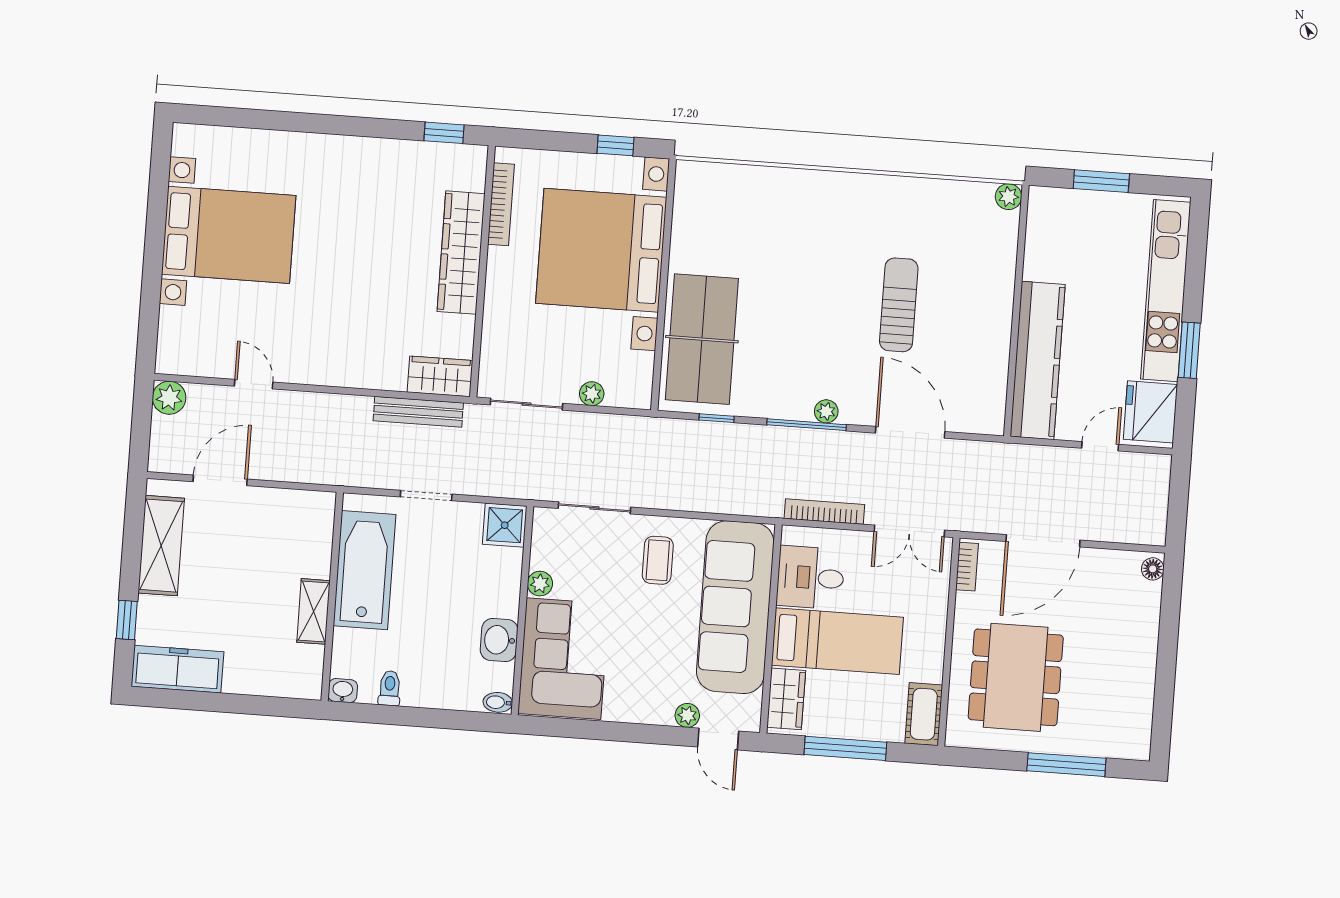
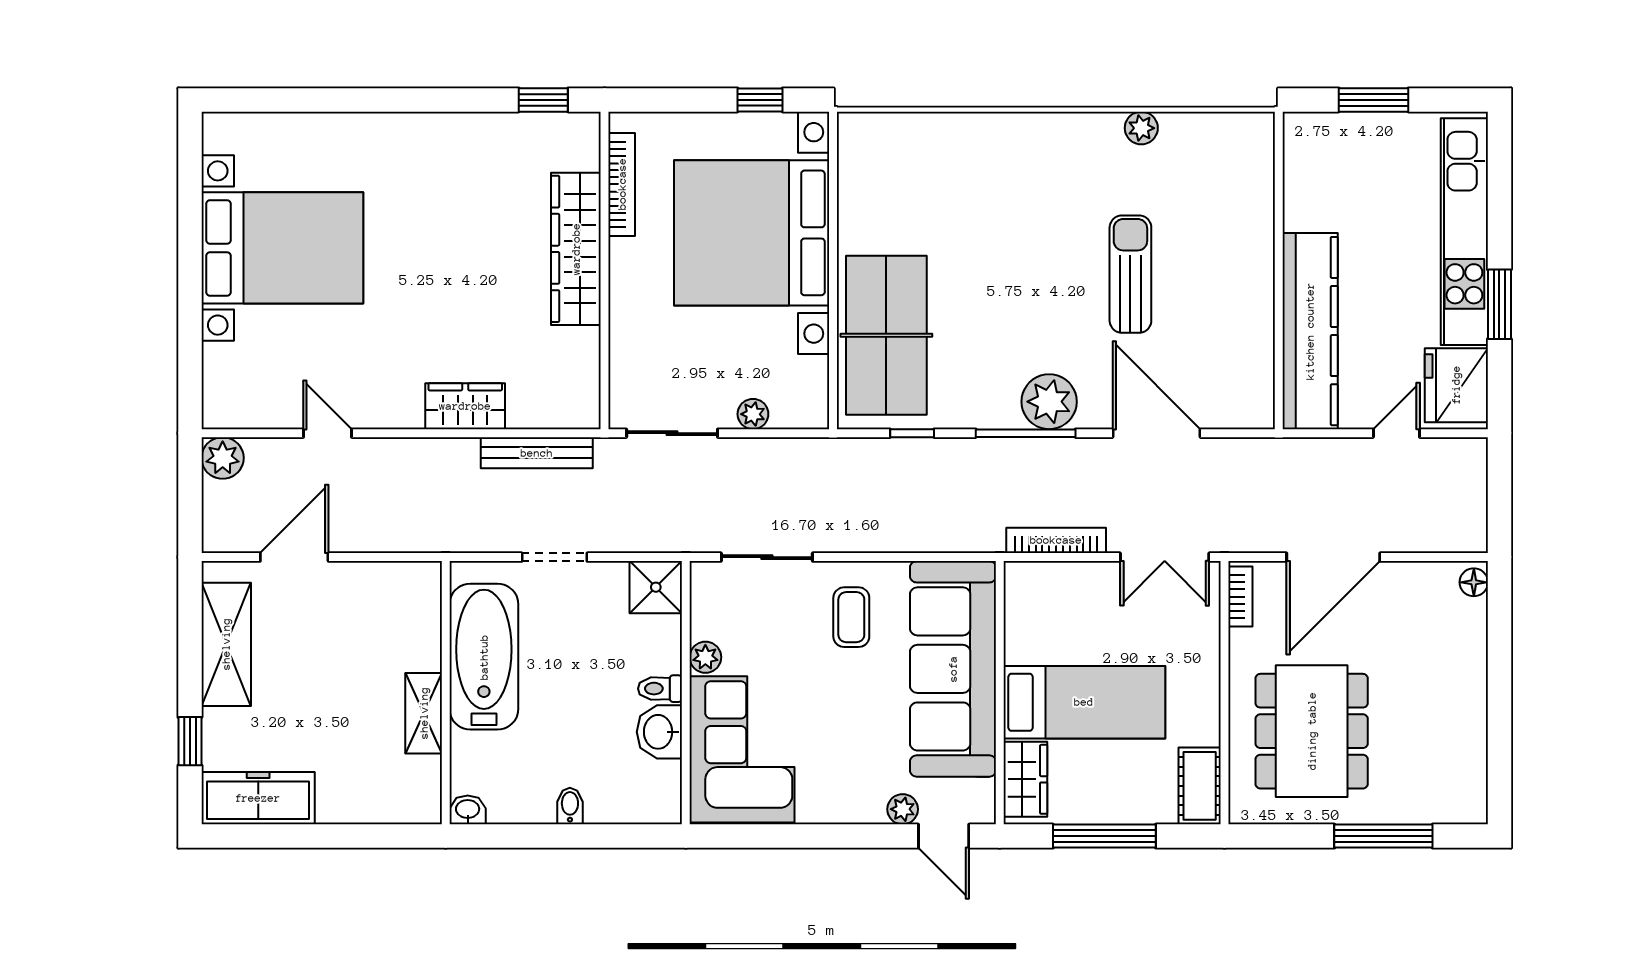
plant: (1009, 197) -> (1141, 128), moved
wardrobe: (440, 376) -> (465, 406), moved
plant: (826, 411) -> (1049, 402), width x1.88, depth x1.88
desk: (810, 577) -> (1045, 625), removed
toilet: (390, 688) -> (660, 689), moved, turned -90
bidet: (498, 702) -> (570, 806), moved, turned 90

